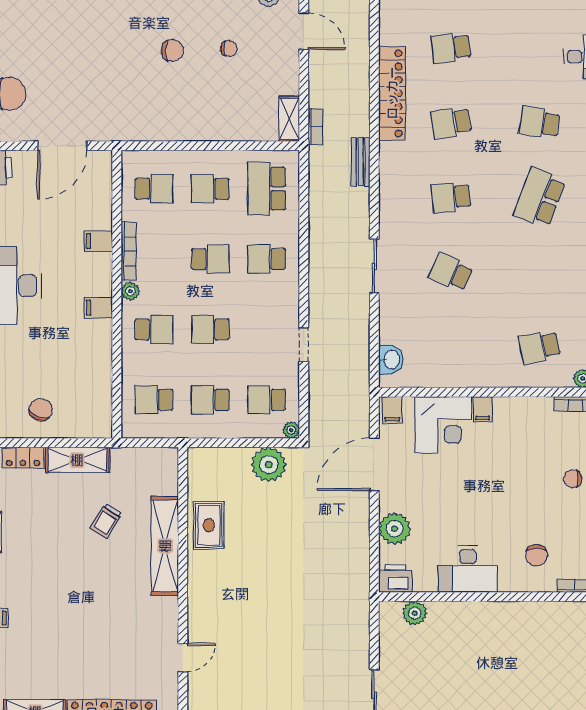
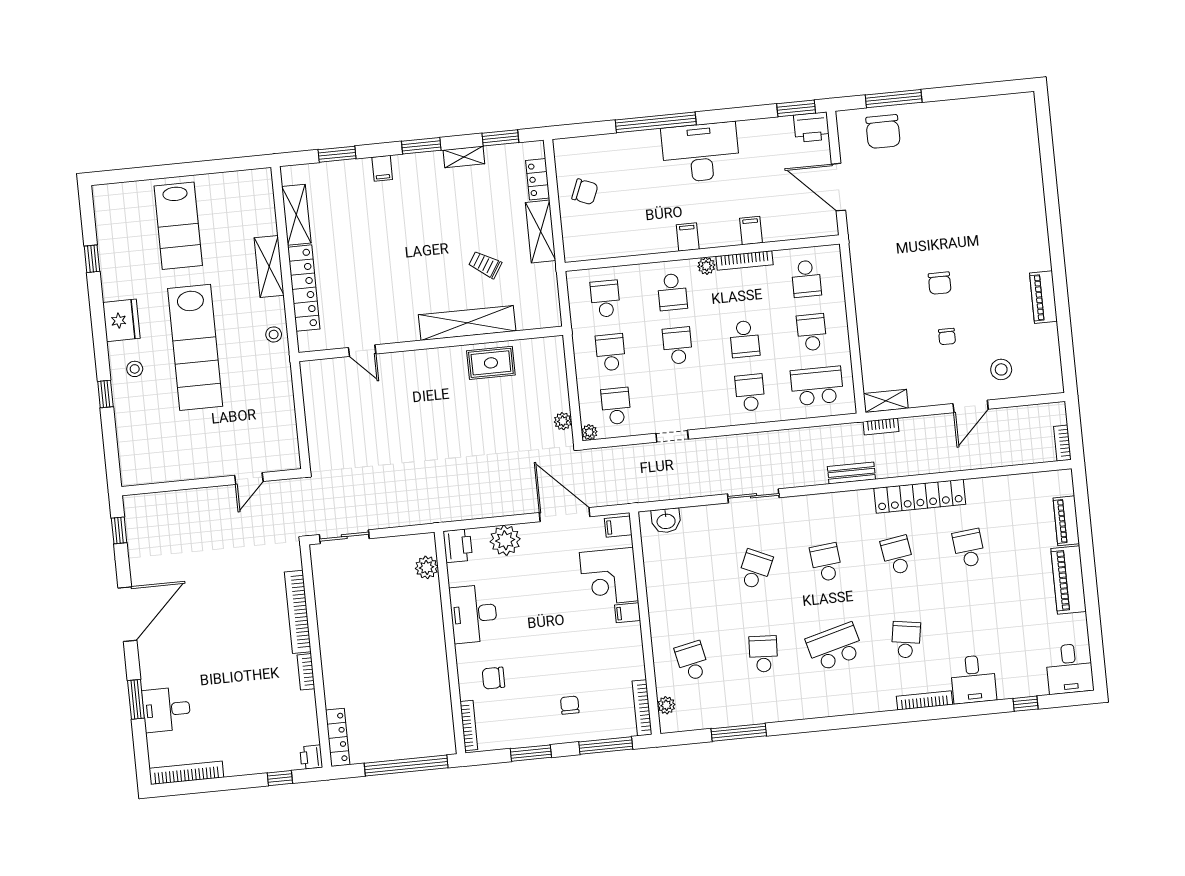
school desk: (540, 197) -> (835, 647), turned -36
school desk: (540, 272) -> (763, 654), added
plant: (269, 465) -> (563, 421), width x0.53, depth x0.53

